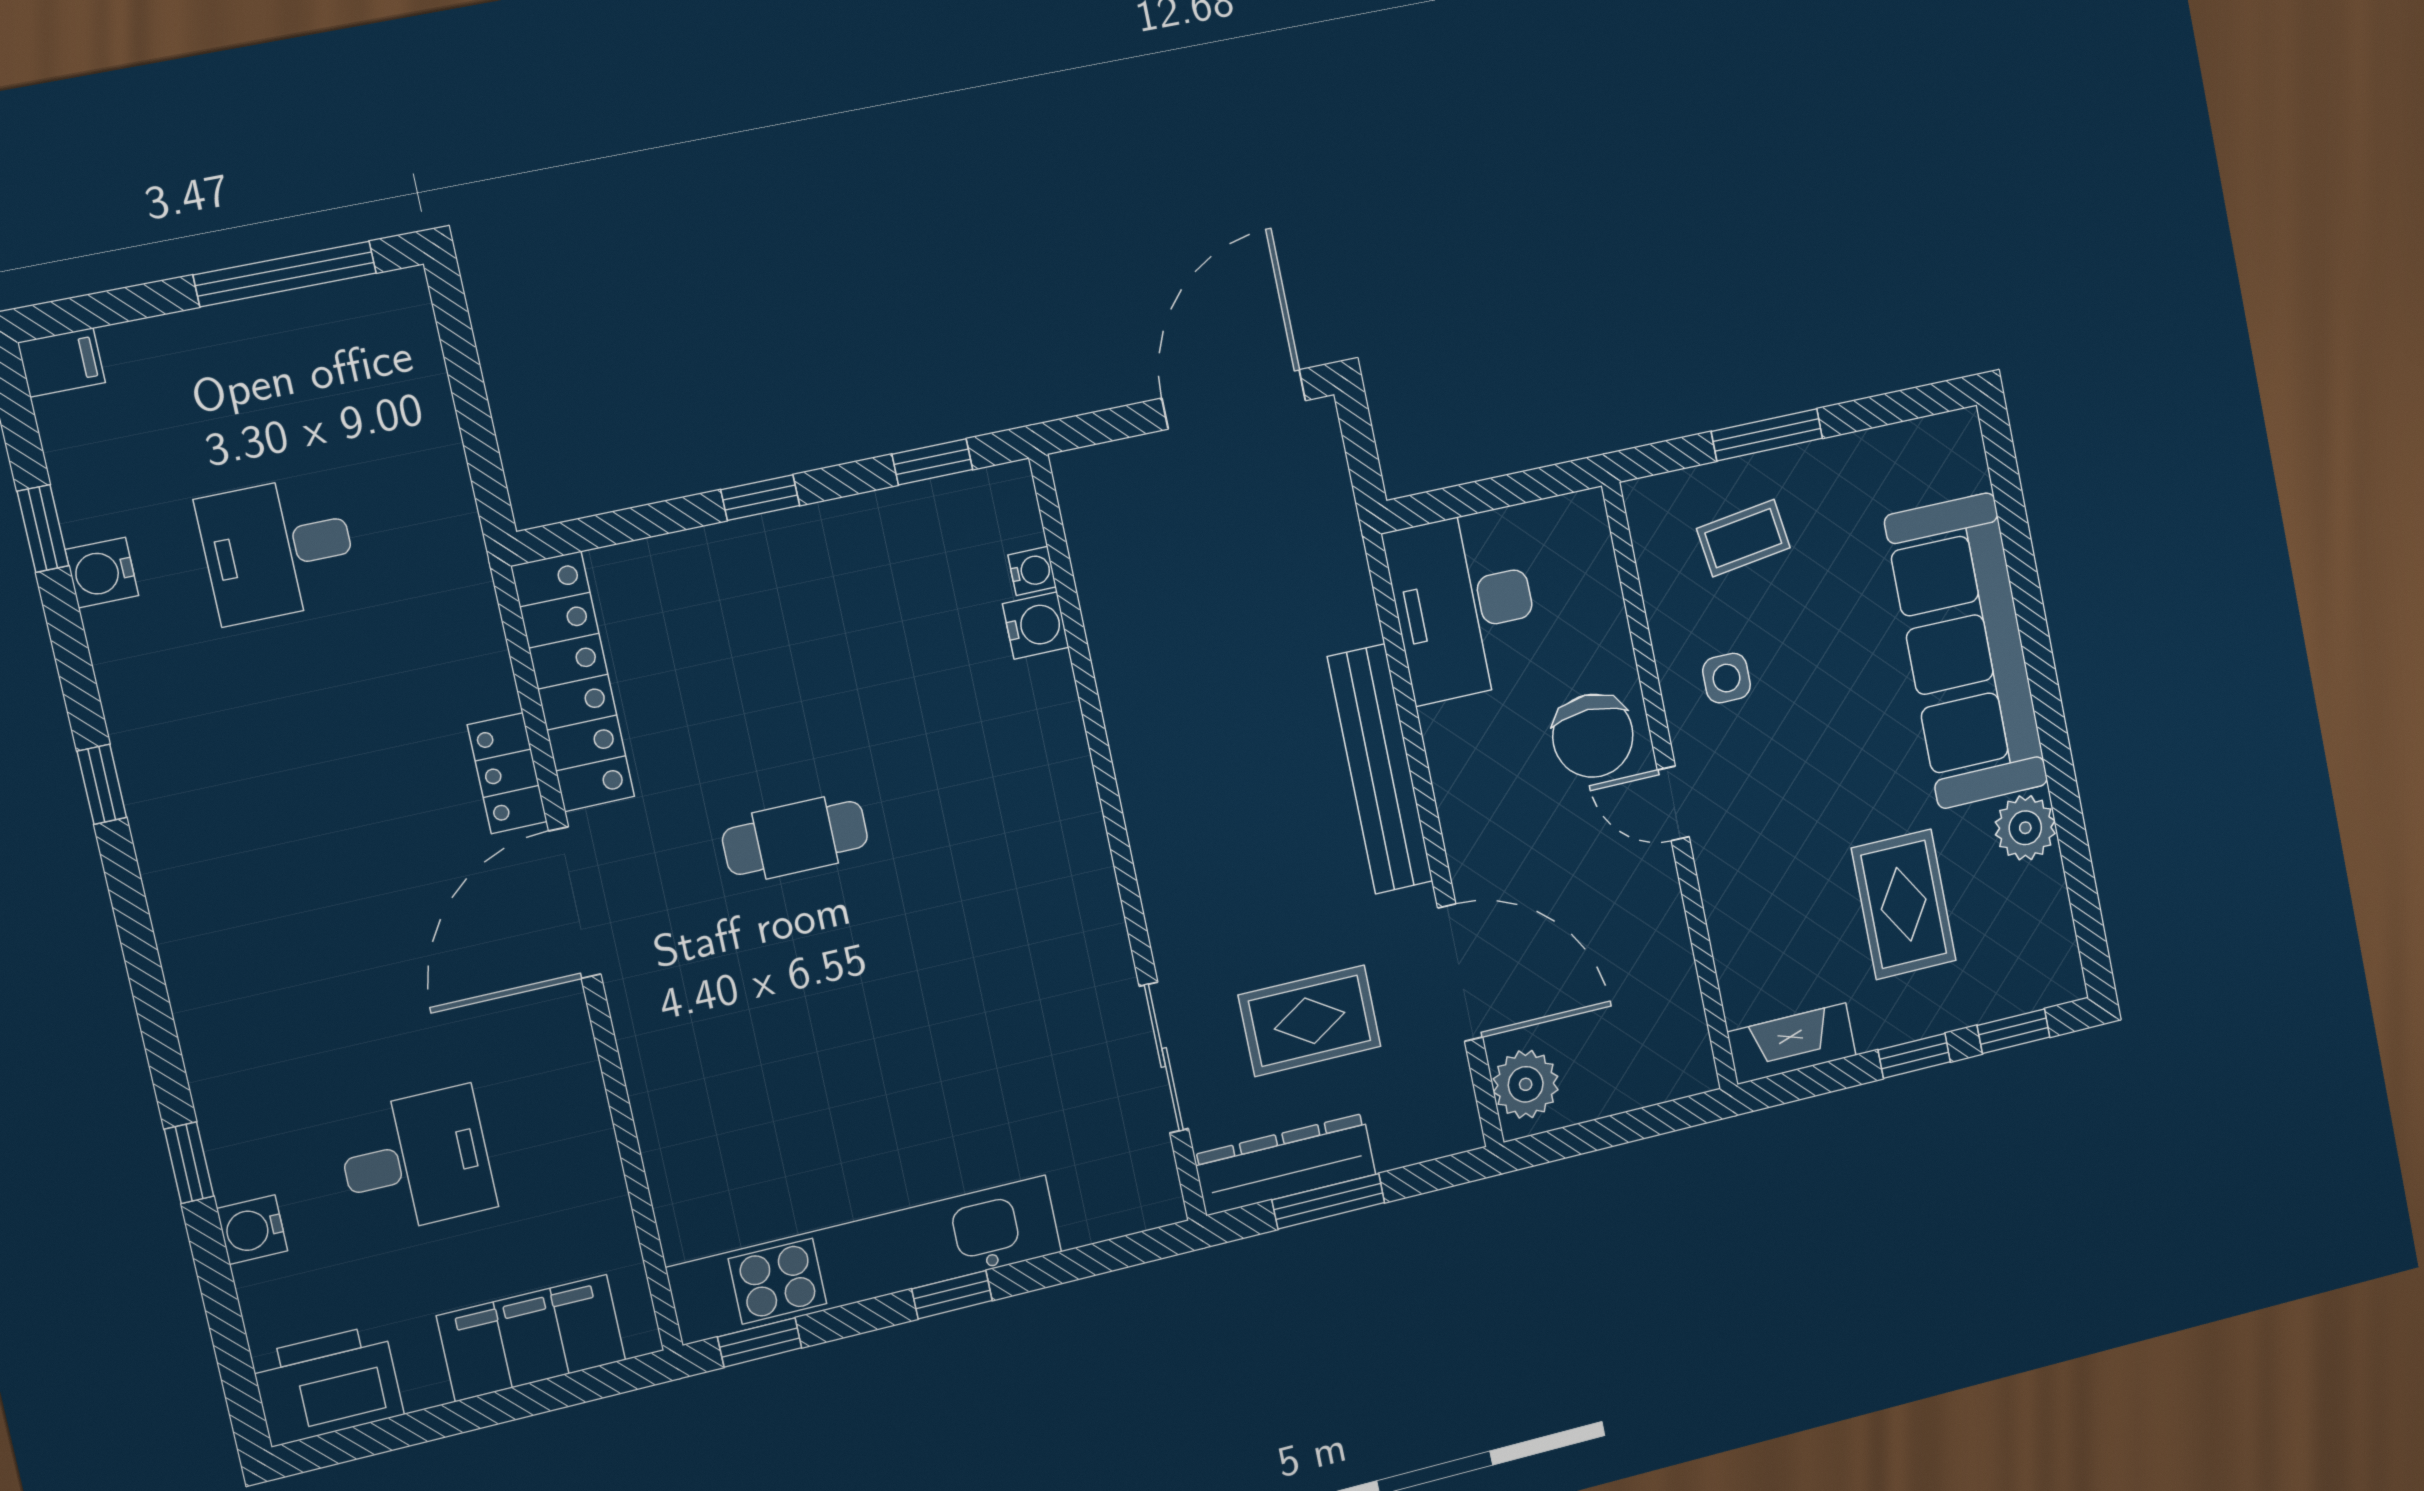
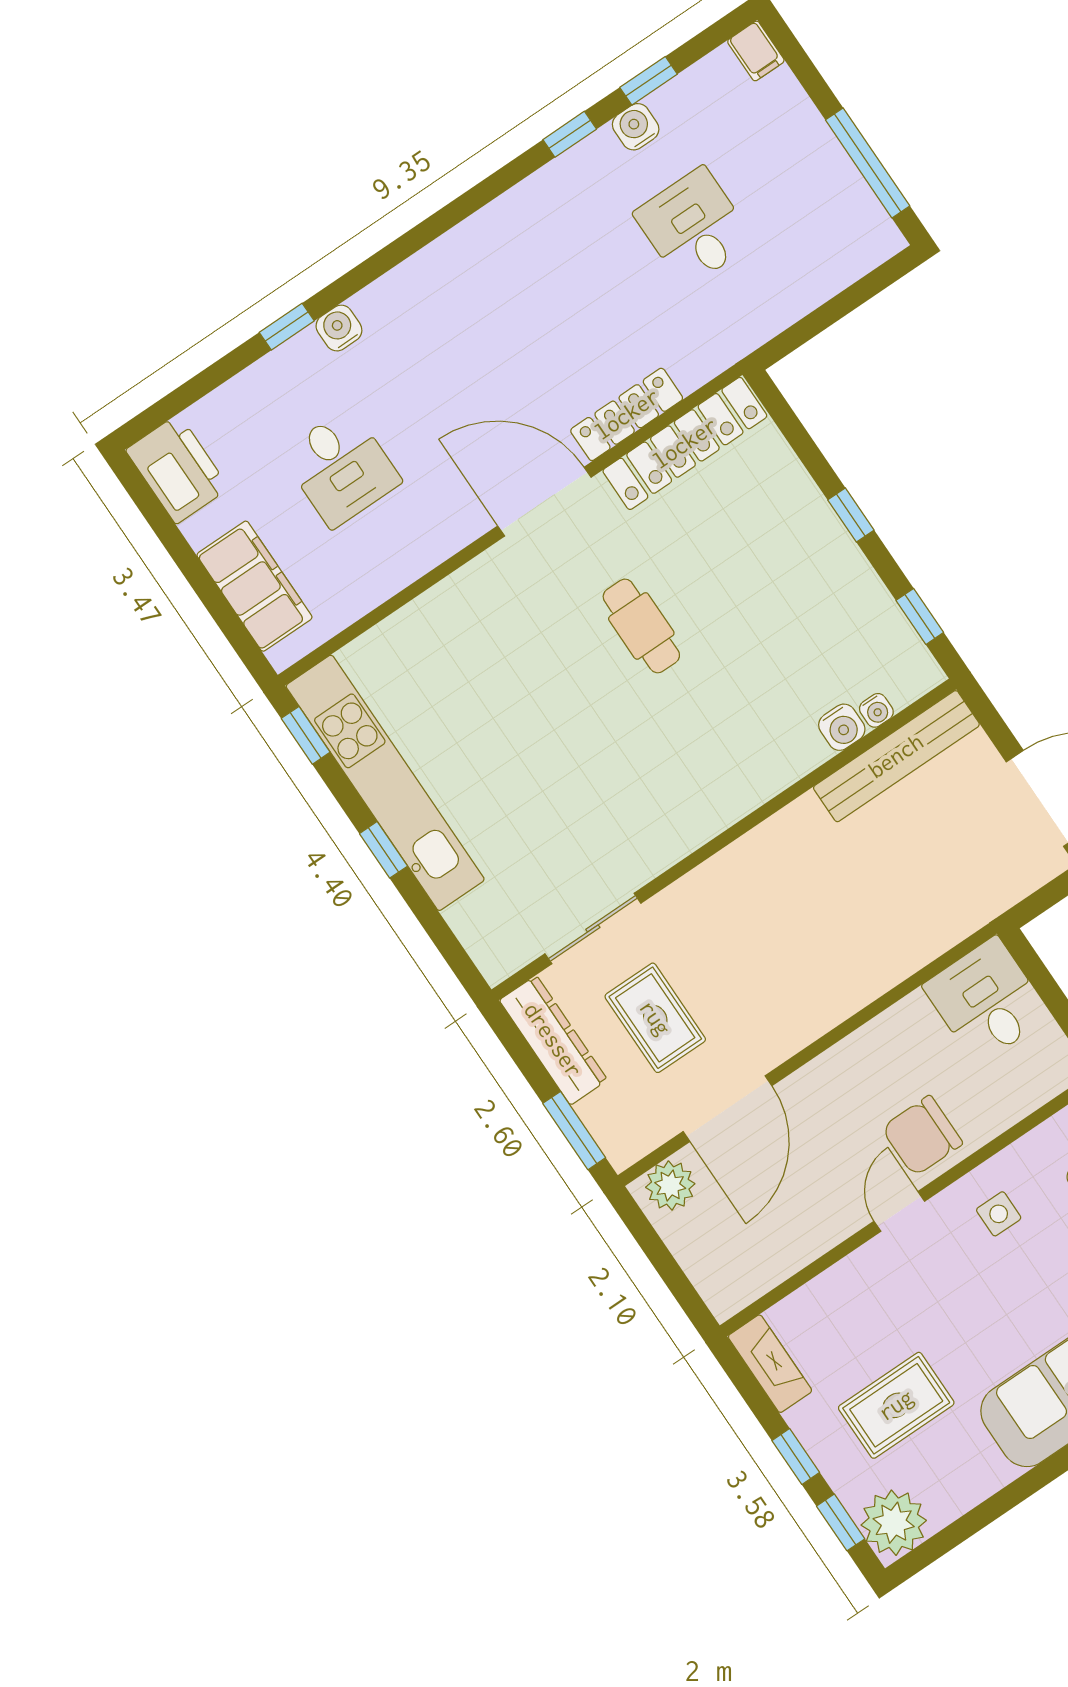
desk: (1464, 606) -> (987, 1001), width x0.73
bench: (1380, 769) -> (896, 756), moved
locker: (507, 773) -> (627, 414), width x1.53
window: (102, 784) -> (570, 134), moved
plant: (2025, 828) -> (894, 1523), moved, width x1.36, depth x1.36
window: (1328, 1201) -> (574, 1131), moved
water cooler: (252, 1230) -> (339, 328), moved

